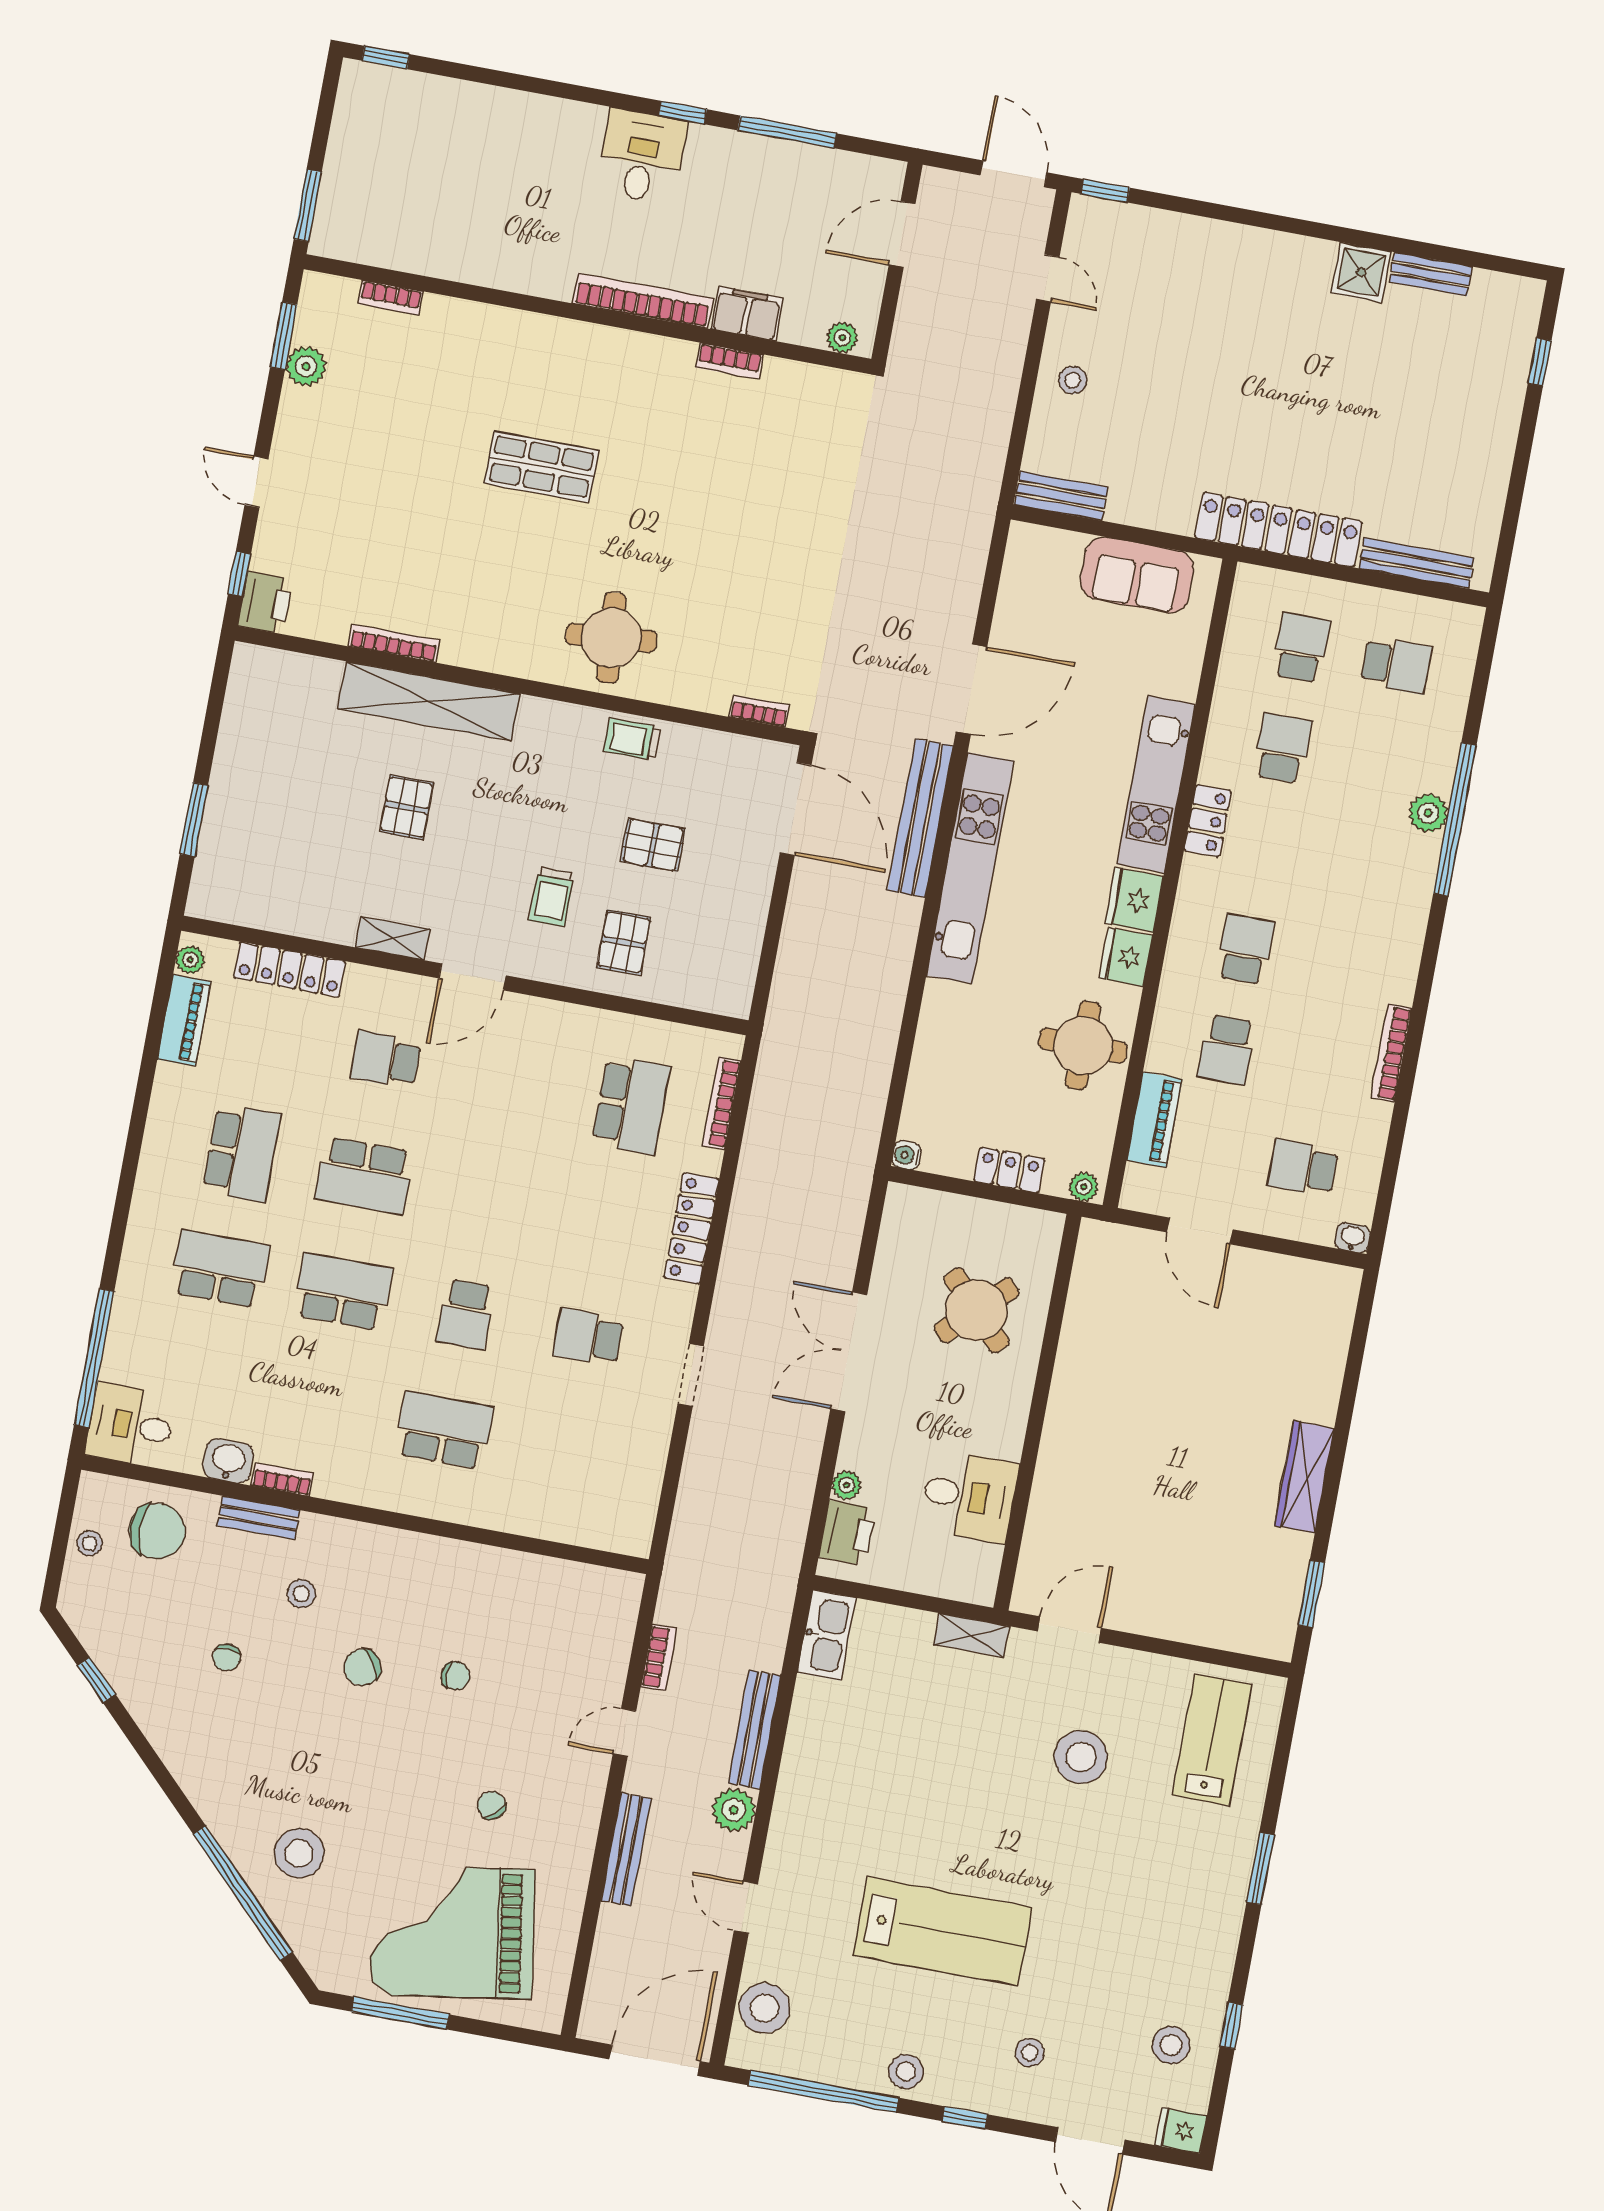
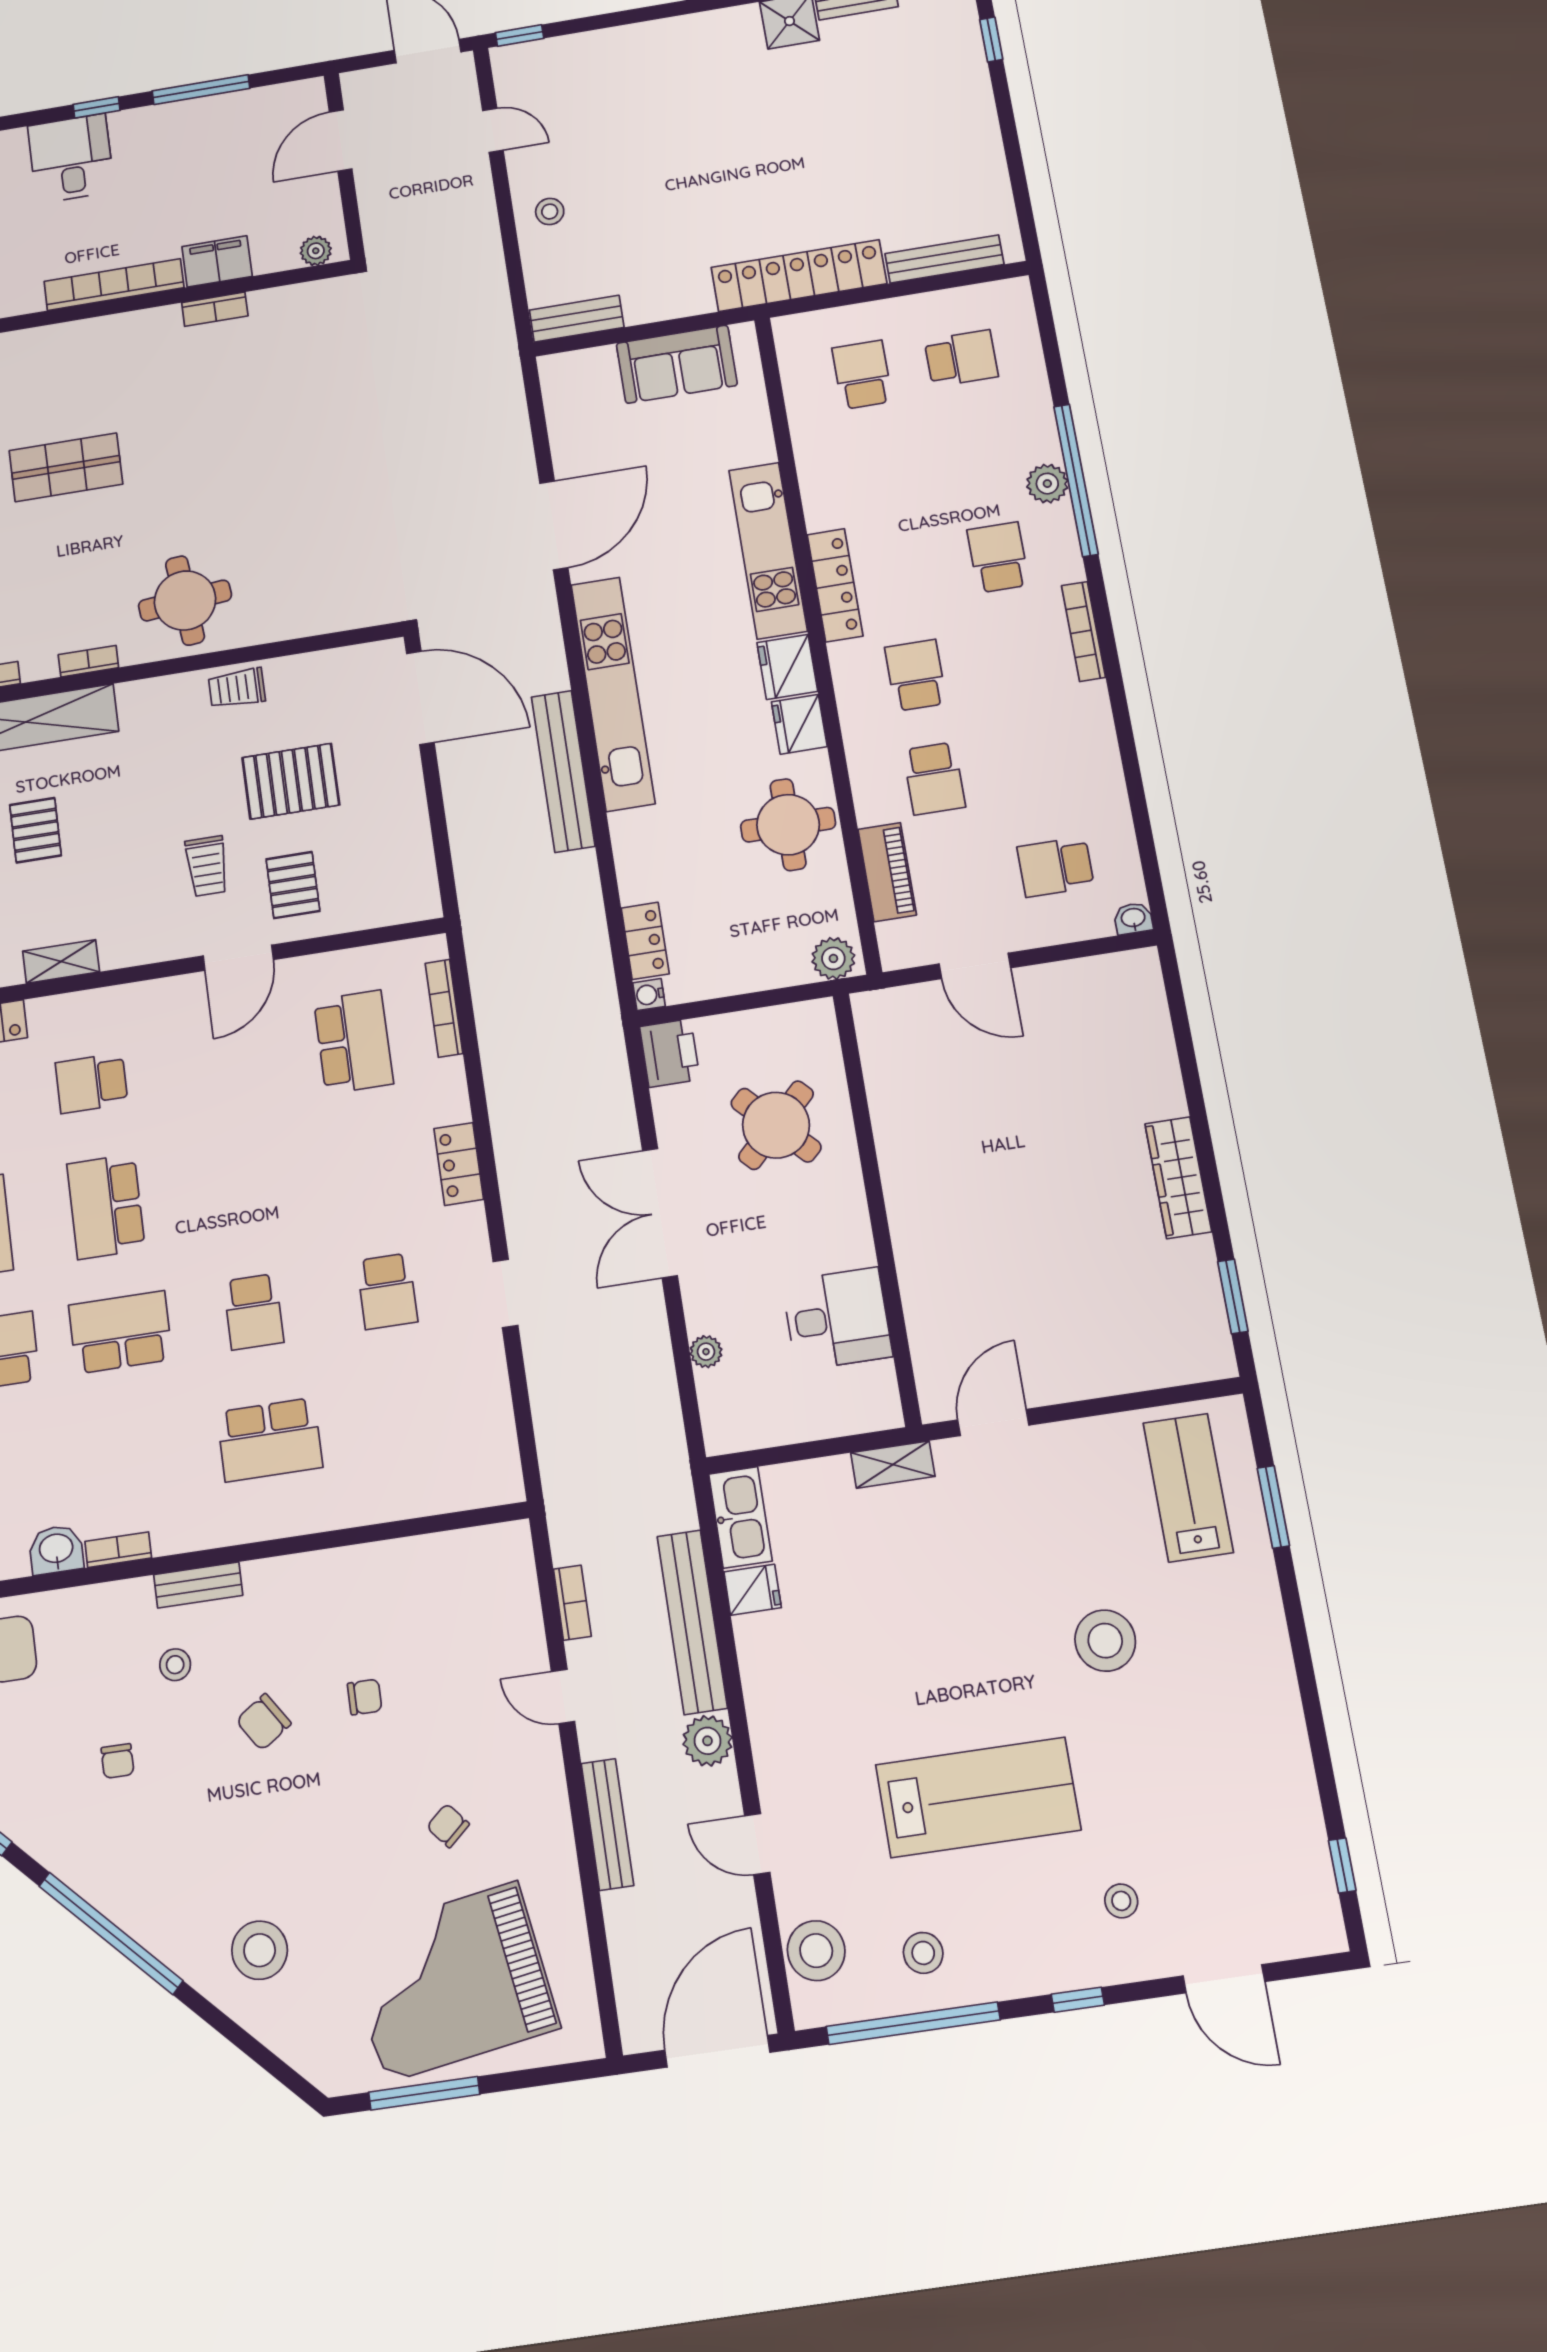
bookcase: (759, 711) -> (88, 661), moved
school desk: (1283, 748) -> (998, 557), moved
bench: (920, 818) -> (563, 771), moved
locker: (1208, 821) -> (835, 585), width x1.53
pallet: (653, 845) -> (291, 781), width x1.50, depth x1.42
door: (472, 977) -> (238, 958), moved
bookcase: (1391, 1053) -> (1083, 631), moved
locker: (1009, 1170) -> (645, 941), moved, turned 90
school desk: (364, 1176) -> (106, 1207), turned 90
plant: (1084, 1187) -> (833, 958), width x1.38, depth x1.38
locker: (692, 1228) -> (459, 1164), width x0.66
school desk: (588, 1337) -> (387, 1291), turned -90
school desk: (444, 1430) -> (270, 1440), turned 180
bench: (259, 1518) -> (198, 1585), moved
printer: (847, 1533) -> (670, 1053), moved
bench: (755, 1730) -> (692, 1622), width x1.37, depth x1.21
door: (624, 1732) -> (563, 1696), hinge flipped
stool: (1081, 1757) -> (1105, 1641), moved
window: (1260, 1868) -> (1273, 1507), moved
window: (243, 1893) -> (111, 1933), moved
window: (1231, 2026) -> (1342, 1865), moved
stool: (1171, 2045) -> (1272, 1839), removed
stool: (906, 2071) -> (923, 1953), moved
fridge: (1181, 2130) -> (753, 1590), moved, turned 180

